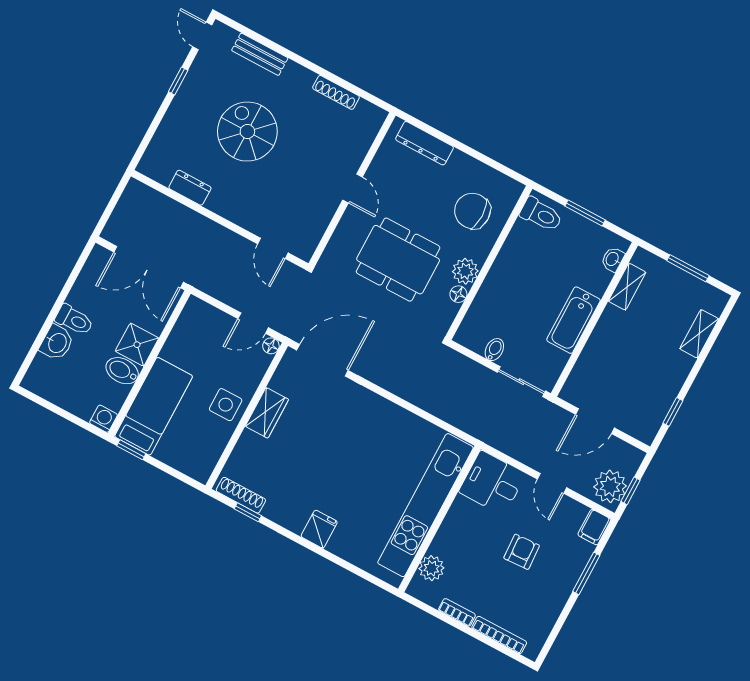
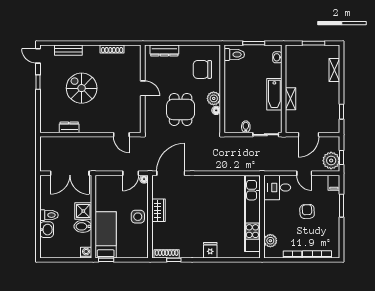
dining table: (398, 260) -> (181, 109), width x0.73
shelving: (627, 287) -> (291, 99), moved

